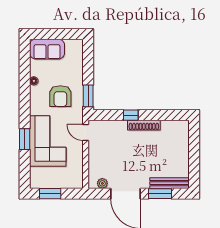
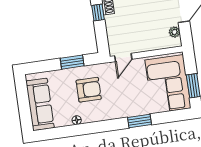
sofa: (47, 49) -> (40, 104), width x1.36
window: (88, 96) -> (72, 62), moved
corner sofa: (48, 141) -> (168, 84), moved, turned -90

